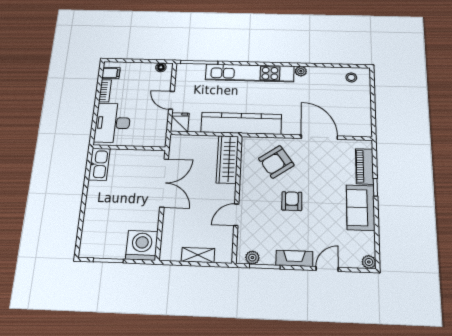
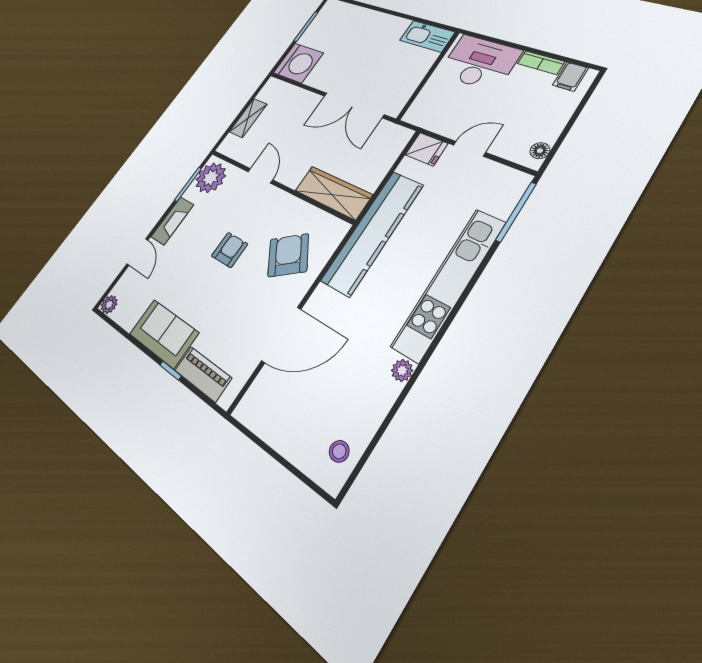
armchair: (292, 201) -> (230, 250), turned -90
plant: (252, 258) -> (211, 178), width x1.88, depth x1.88

